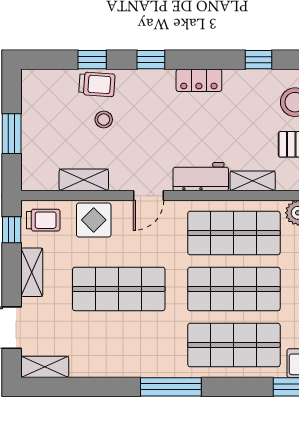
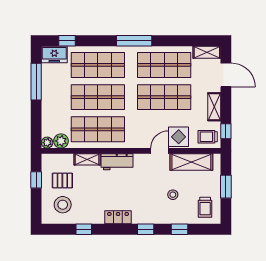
trolley: (97, 84) -> (205, 207), moved, turned -94
shelving: (84, 180) -> (191, 162), width x1.50, depth x1.33
door: (149, 196) -> (160, 151), moved
shop shelf: (119, 345) -> (164, 65), added

